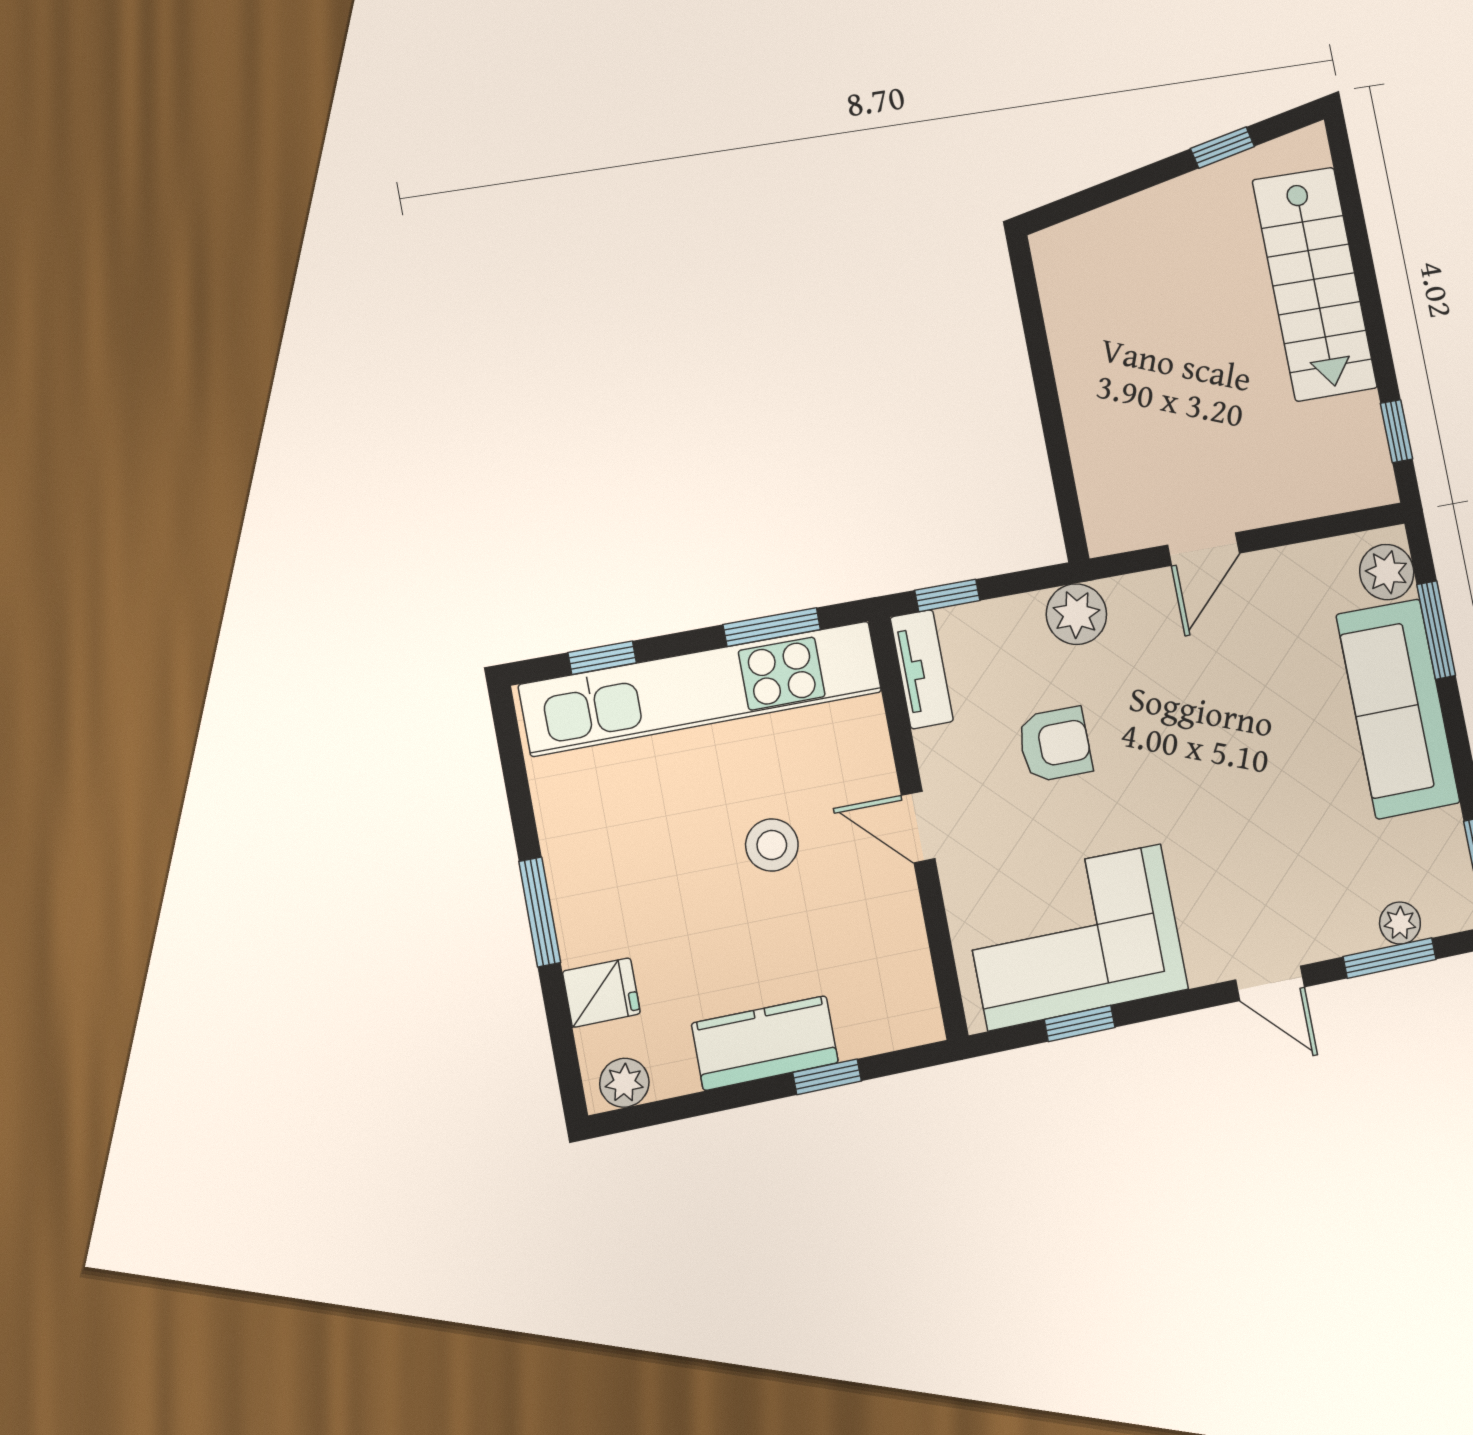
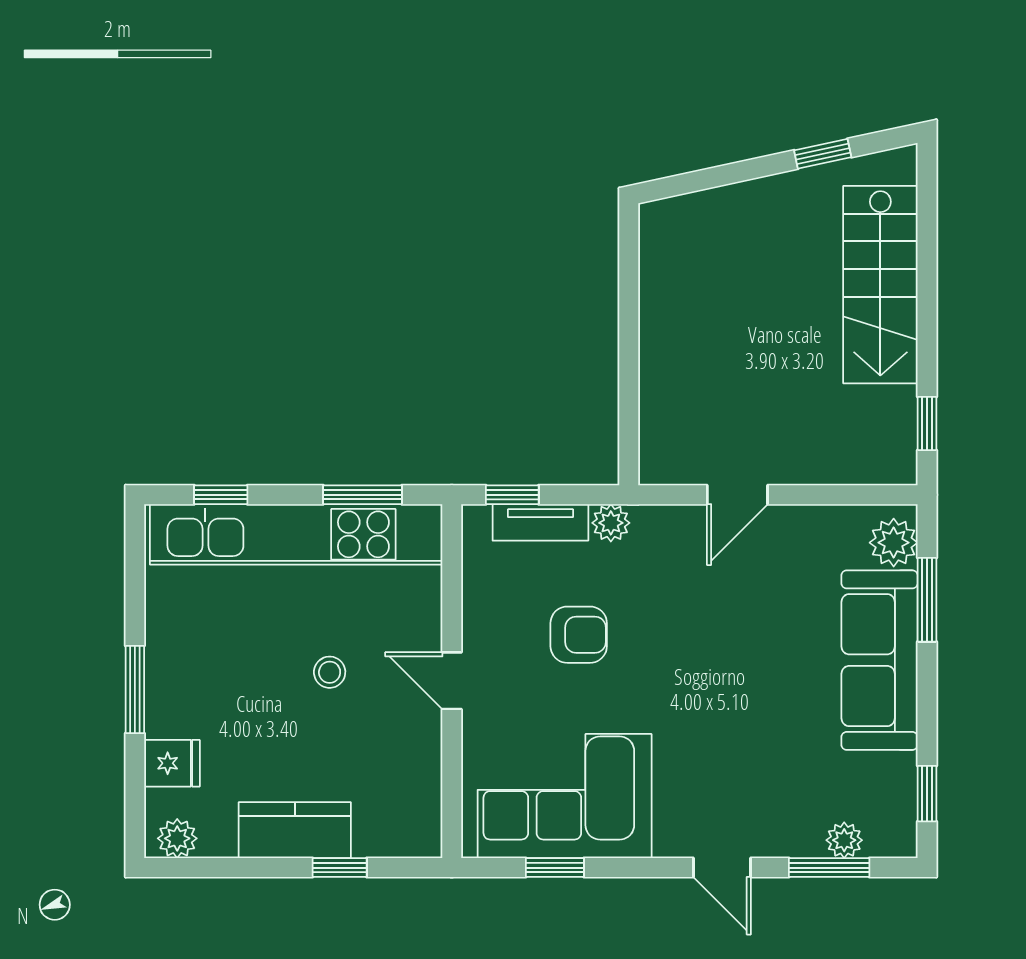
plant: (1076, 614) -> (611, 523), width x0.73, depth x0.73
tv unit: (922, 669) -> (540, 522), moved, turned 90
stool: (772, 845) -> (330, 672), width x0.73, depth x0.73

